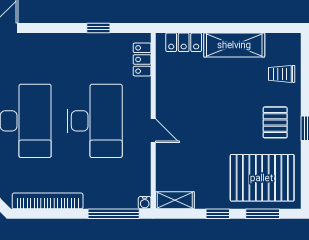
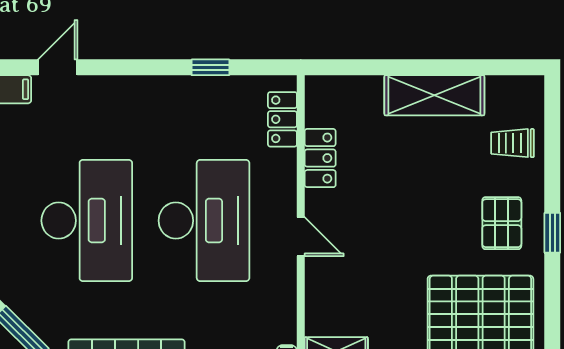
locker: (184, 42) -> (320, 158), moved, turned -90

